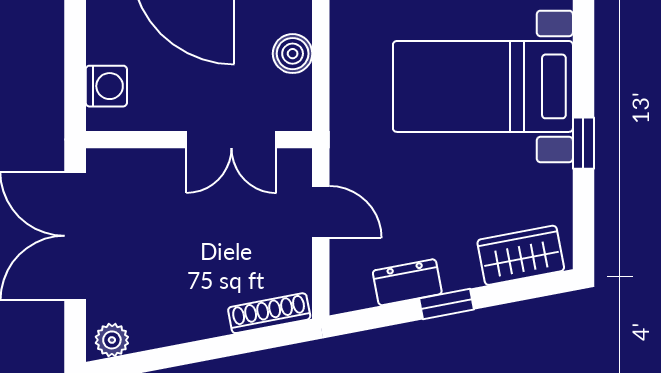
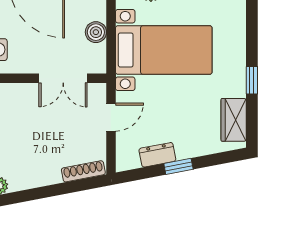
bed with nightstands: (483, 86) -> (164, 50), moved, turned 180
door: (321, 212) -> (111, 117), hinge flipped
wardrobe: (521, 255) -> (234, 120), moved, turned -79

